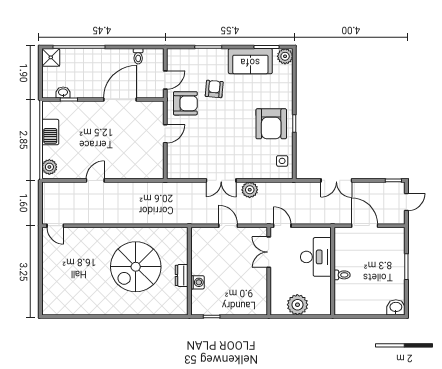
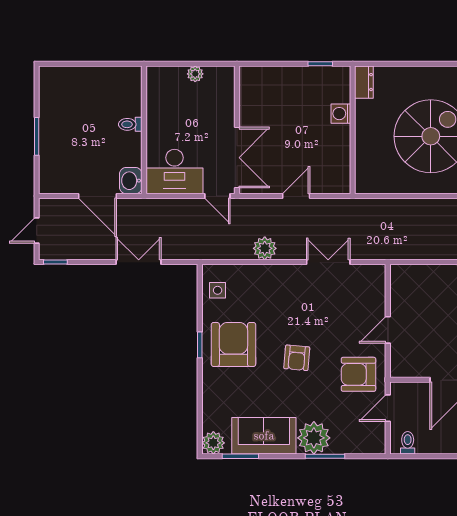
toilet: (138, 56) -> (408, 443), moved
plant: (216, 60) -> (314, 438), added
armchair: (214, 89) -> (297, 358), moved
double door: (221, 180) -> (328, 262), moved
door: (228, 226) -> (296, 196), swing flipped
double door: (269, 252) -> (237, 158), width x1.37
desk: (316, 257) -> (174, 172), moved, turned -90
dresser: (182, 275) -> (364, 82), moved
plant: (297, 305) -> (195, 74), width x0.53, depth x0.53
washbasin: (396, 307) -> (131, 181), moved, turned 90

